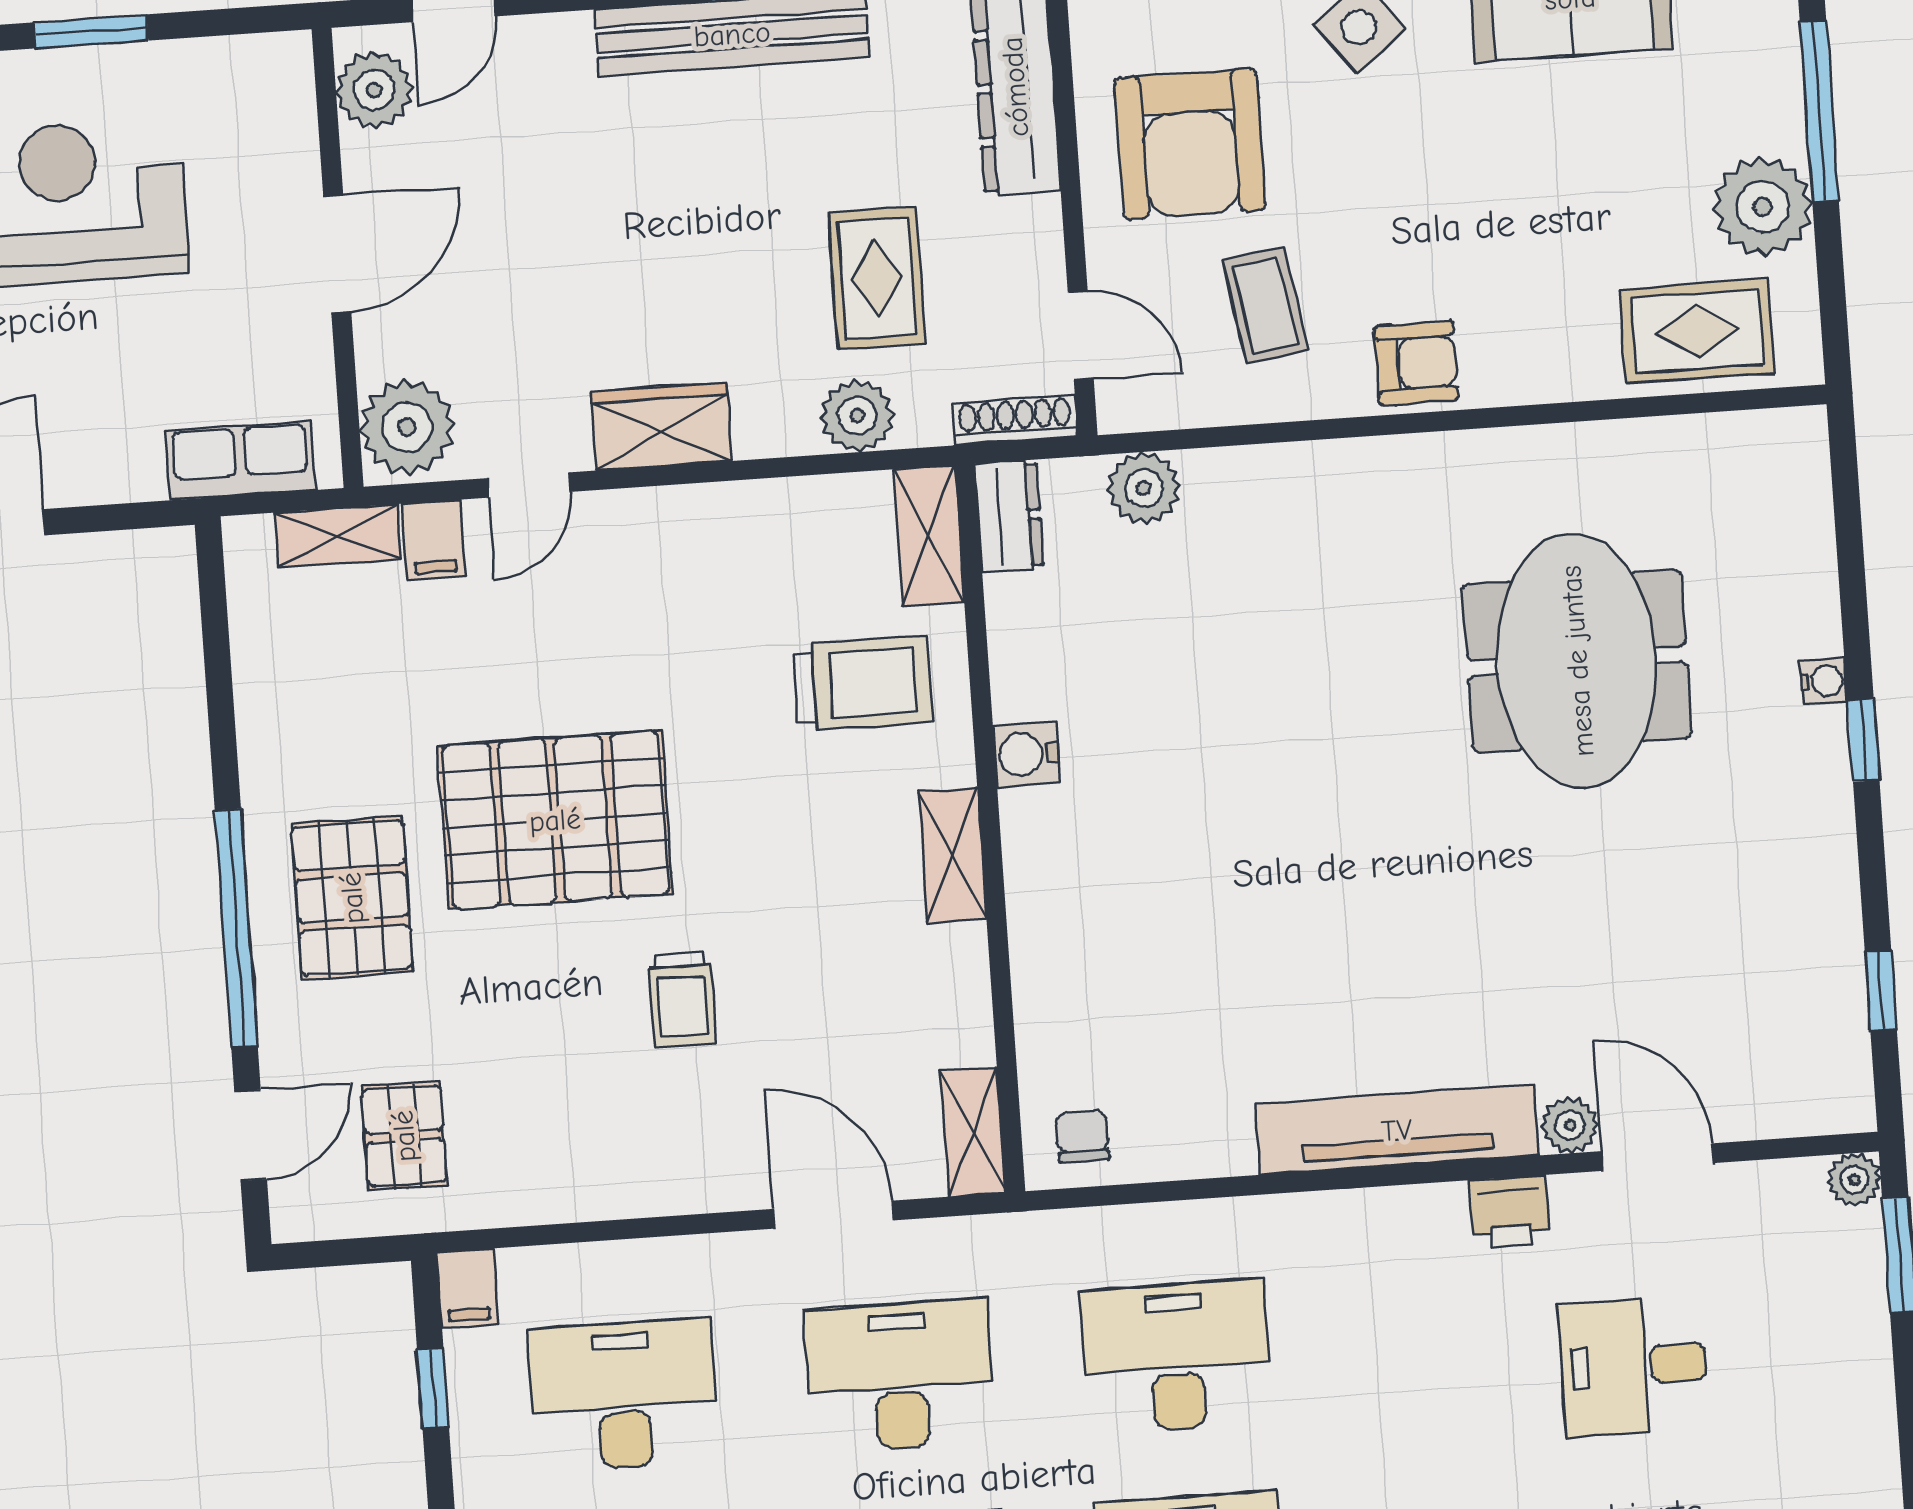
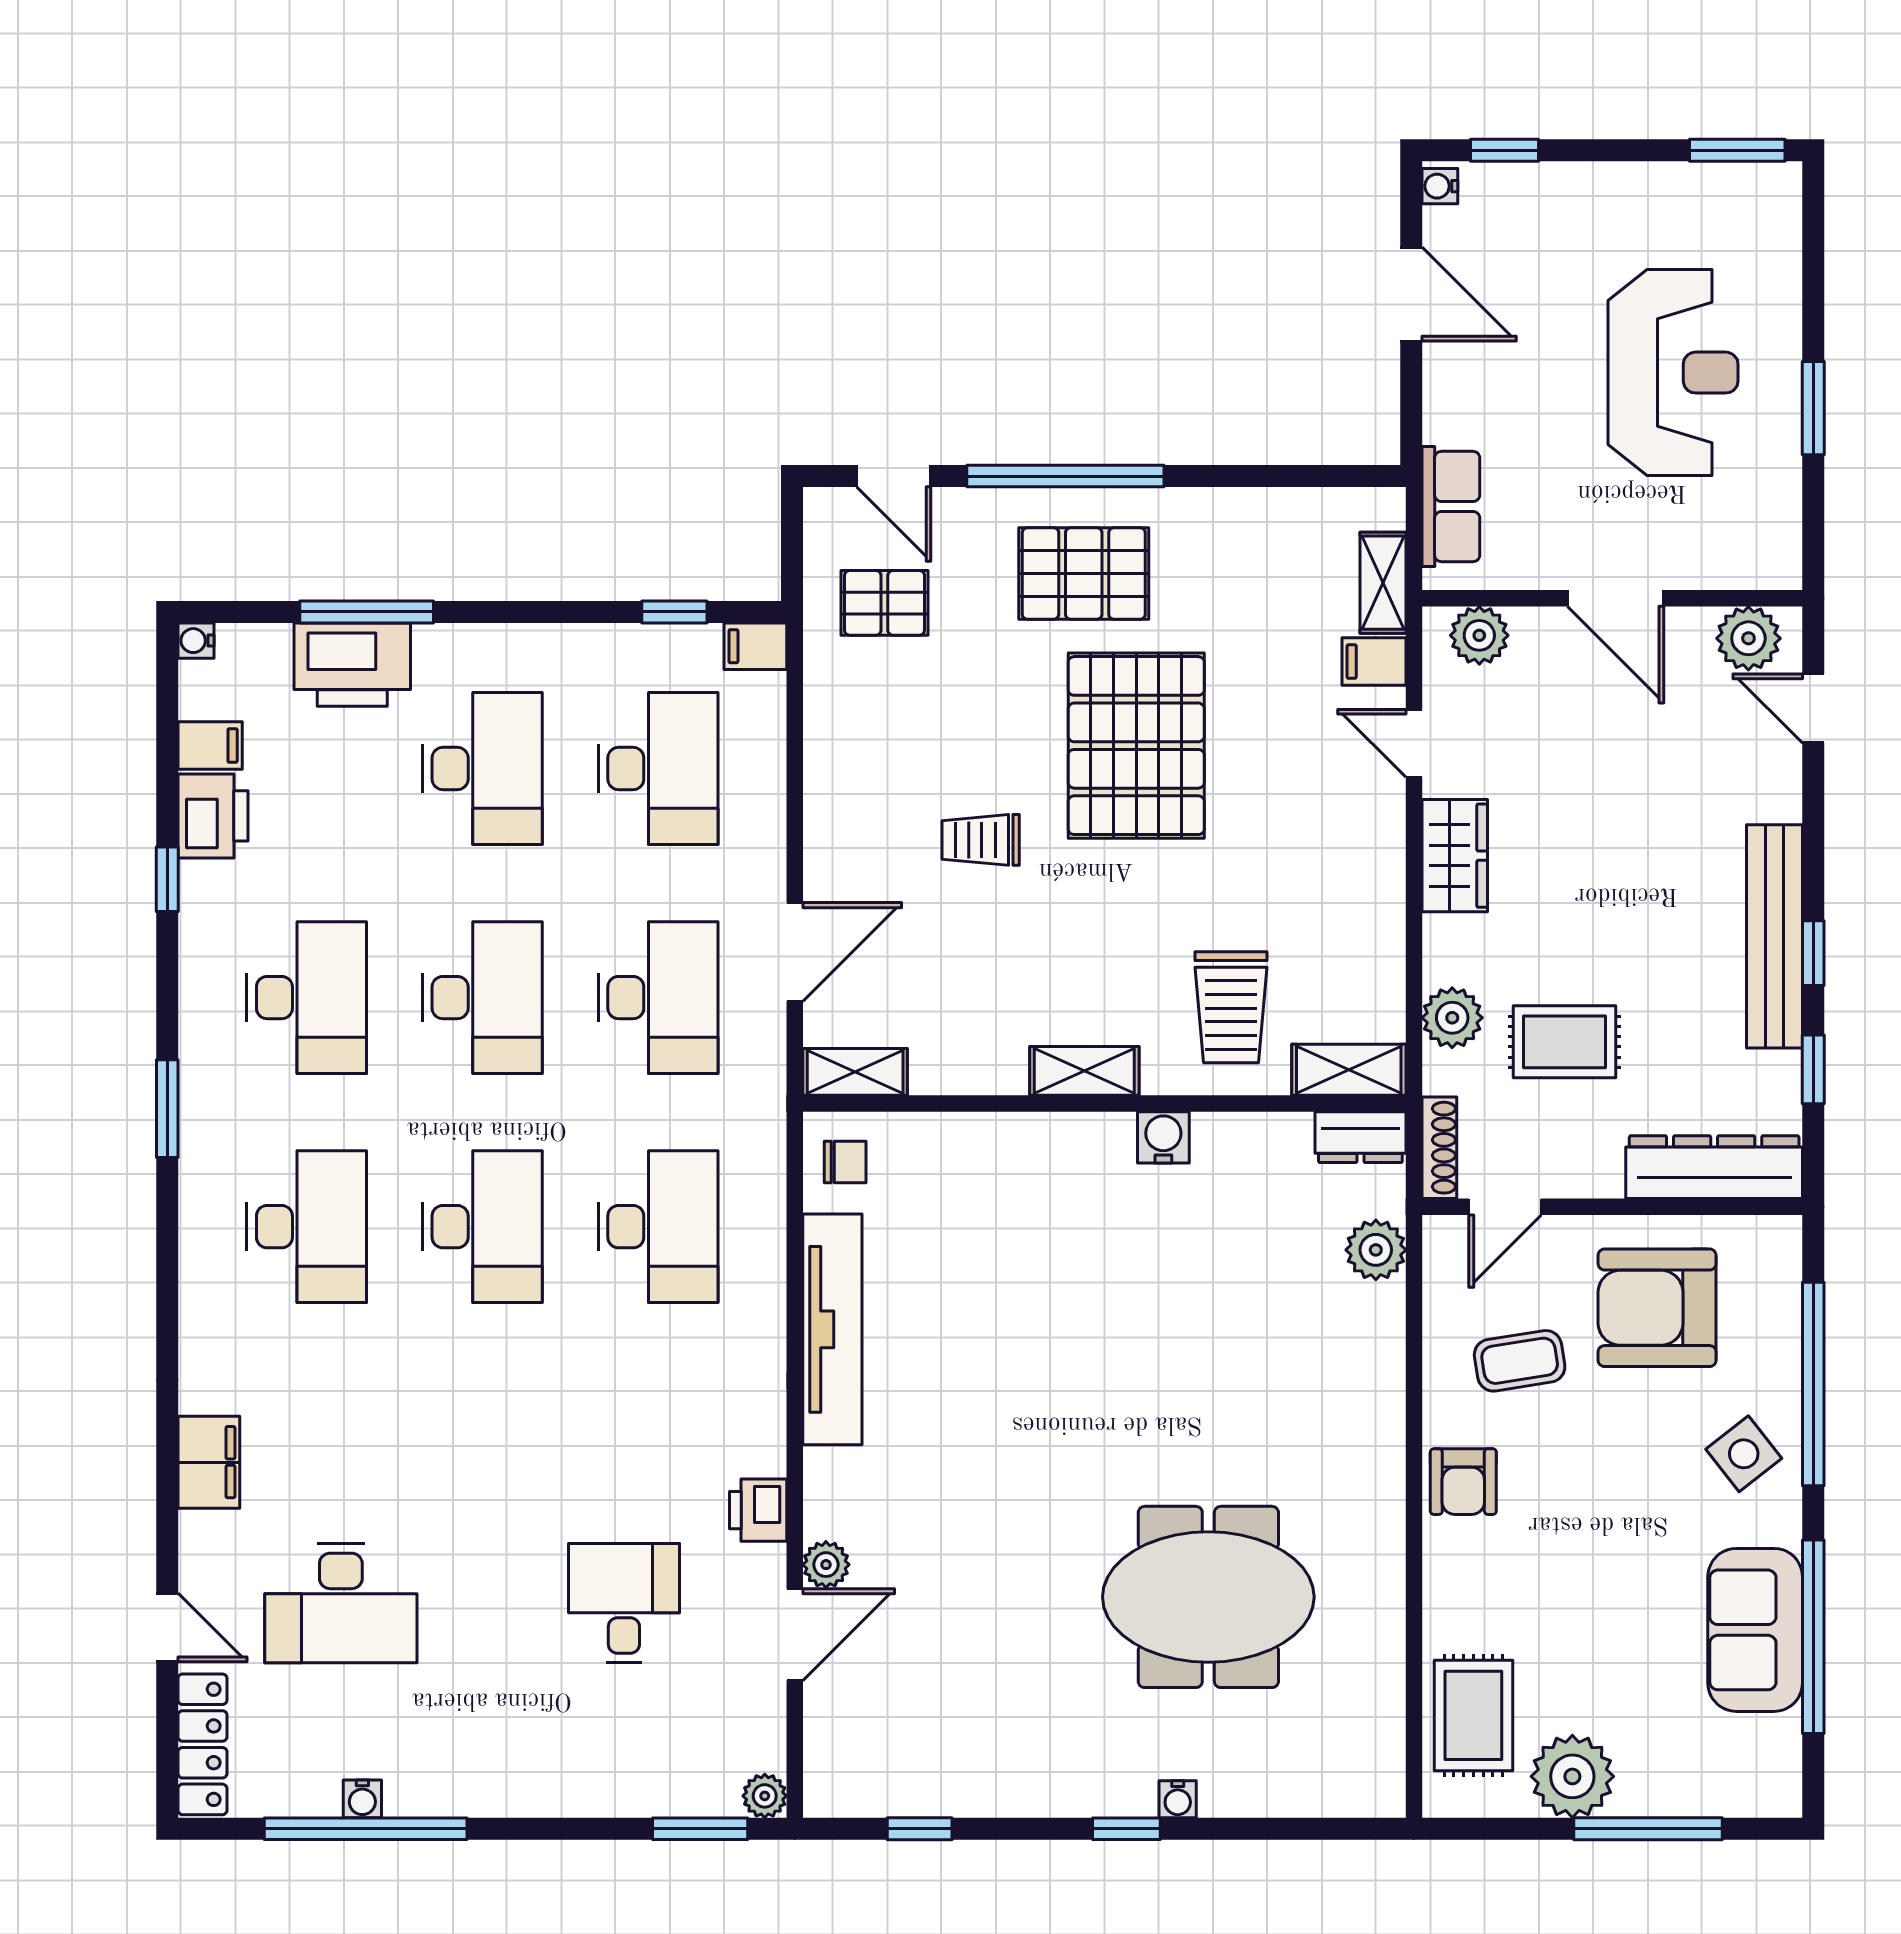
plant: (407, 427) -> (1479, 635), width x0.73, depth x0.73
tv unit: (1397, 1130) -> (832, 1329), moved

